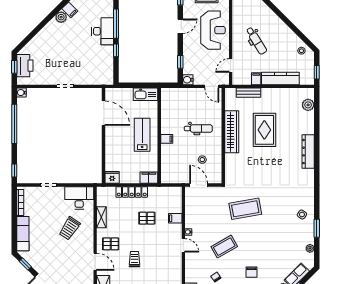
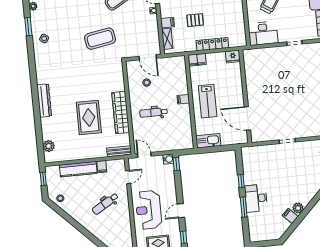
window: (116, 24) -> (244, 207), width x0.69
dental chair: (256, 41) -> (105, 204), turned -89
window: (180, 62) -> (176, 164), moved
bench: (249, 93) -> (119, 151), moved
shelving: (101, 217) -> (167, 39), moved

